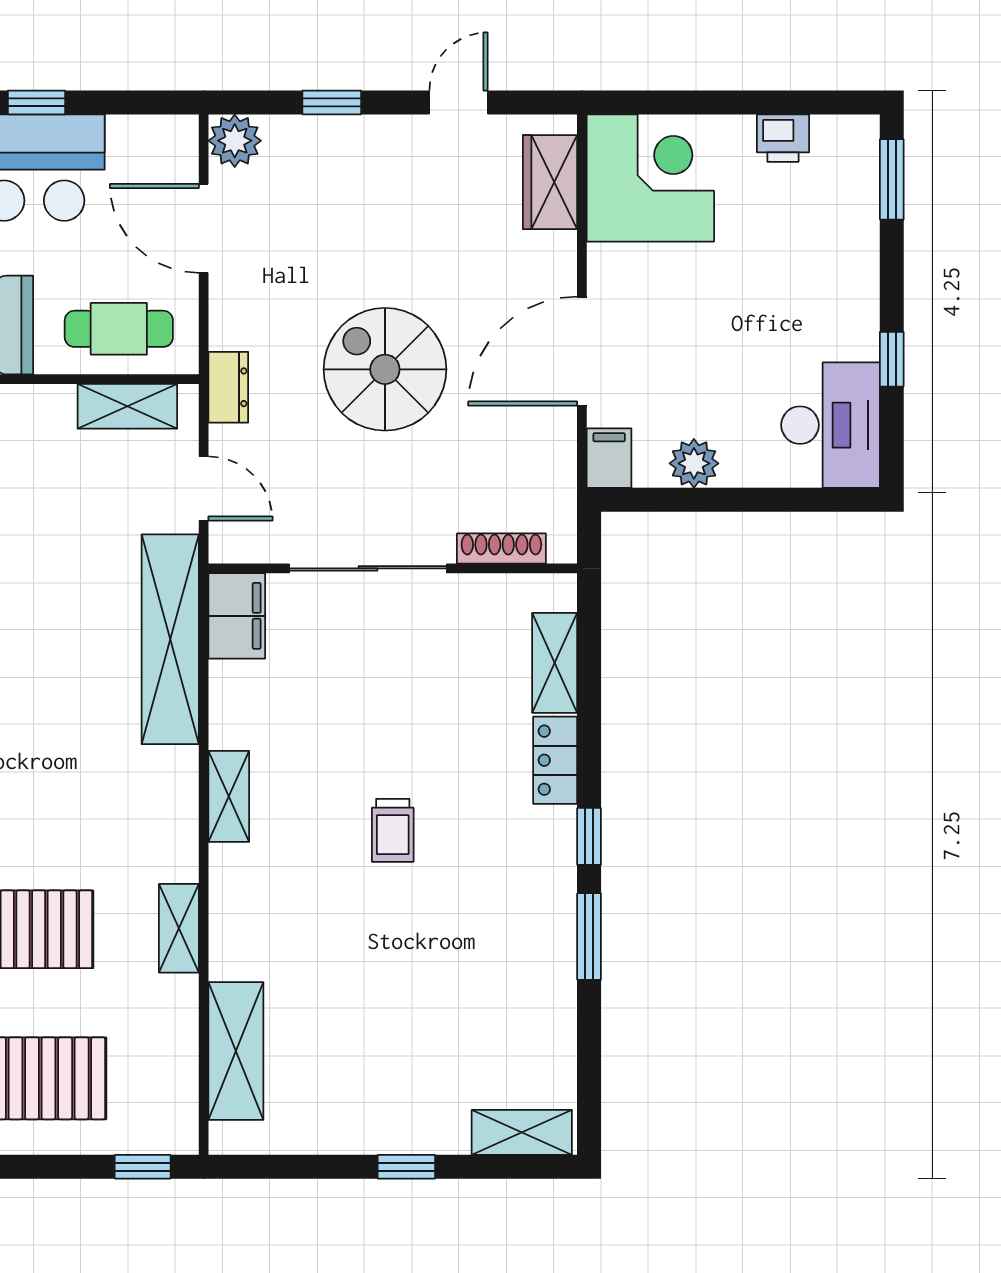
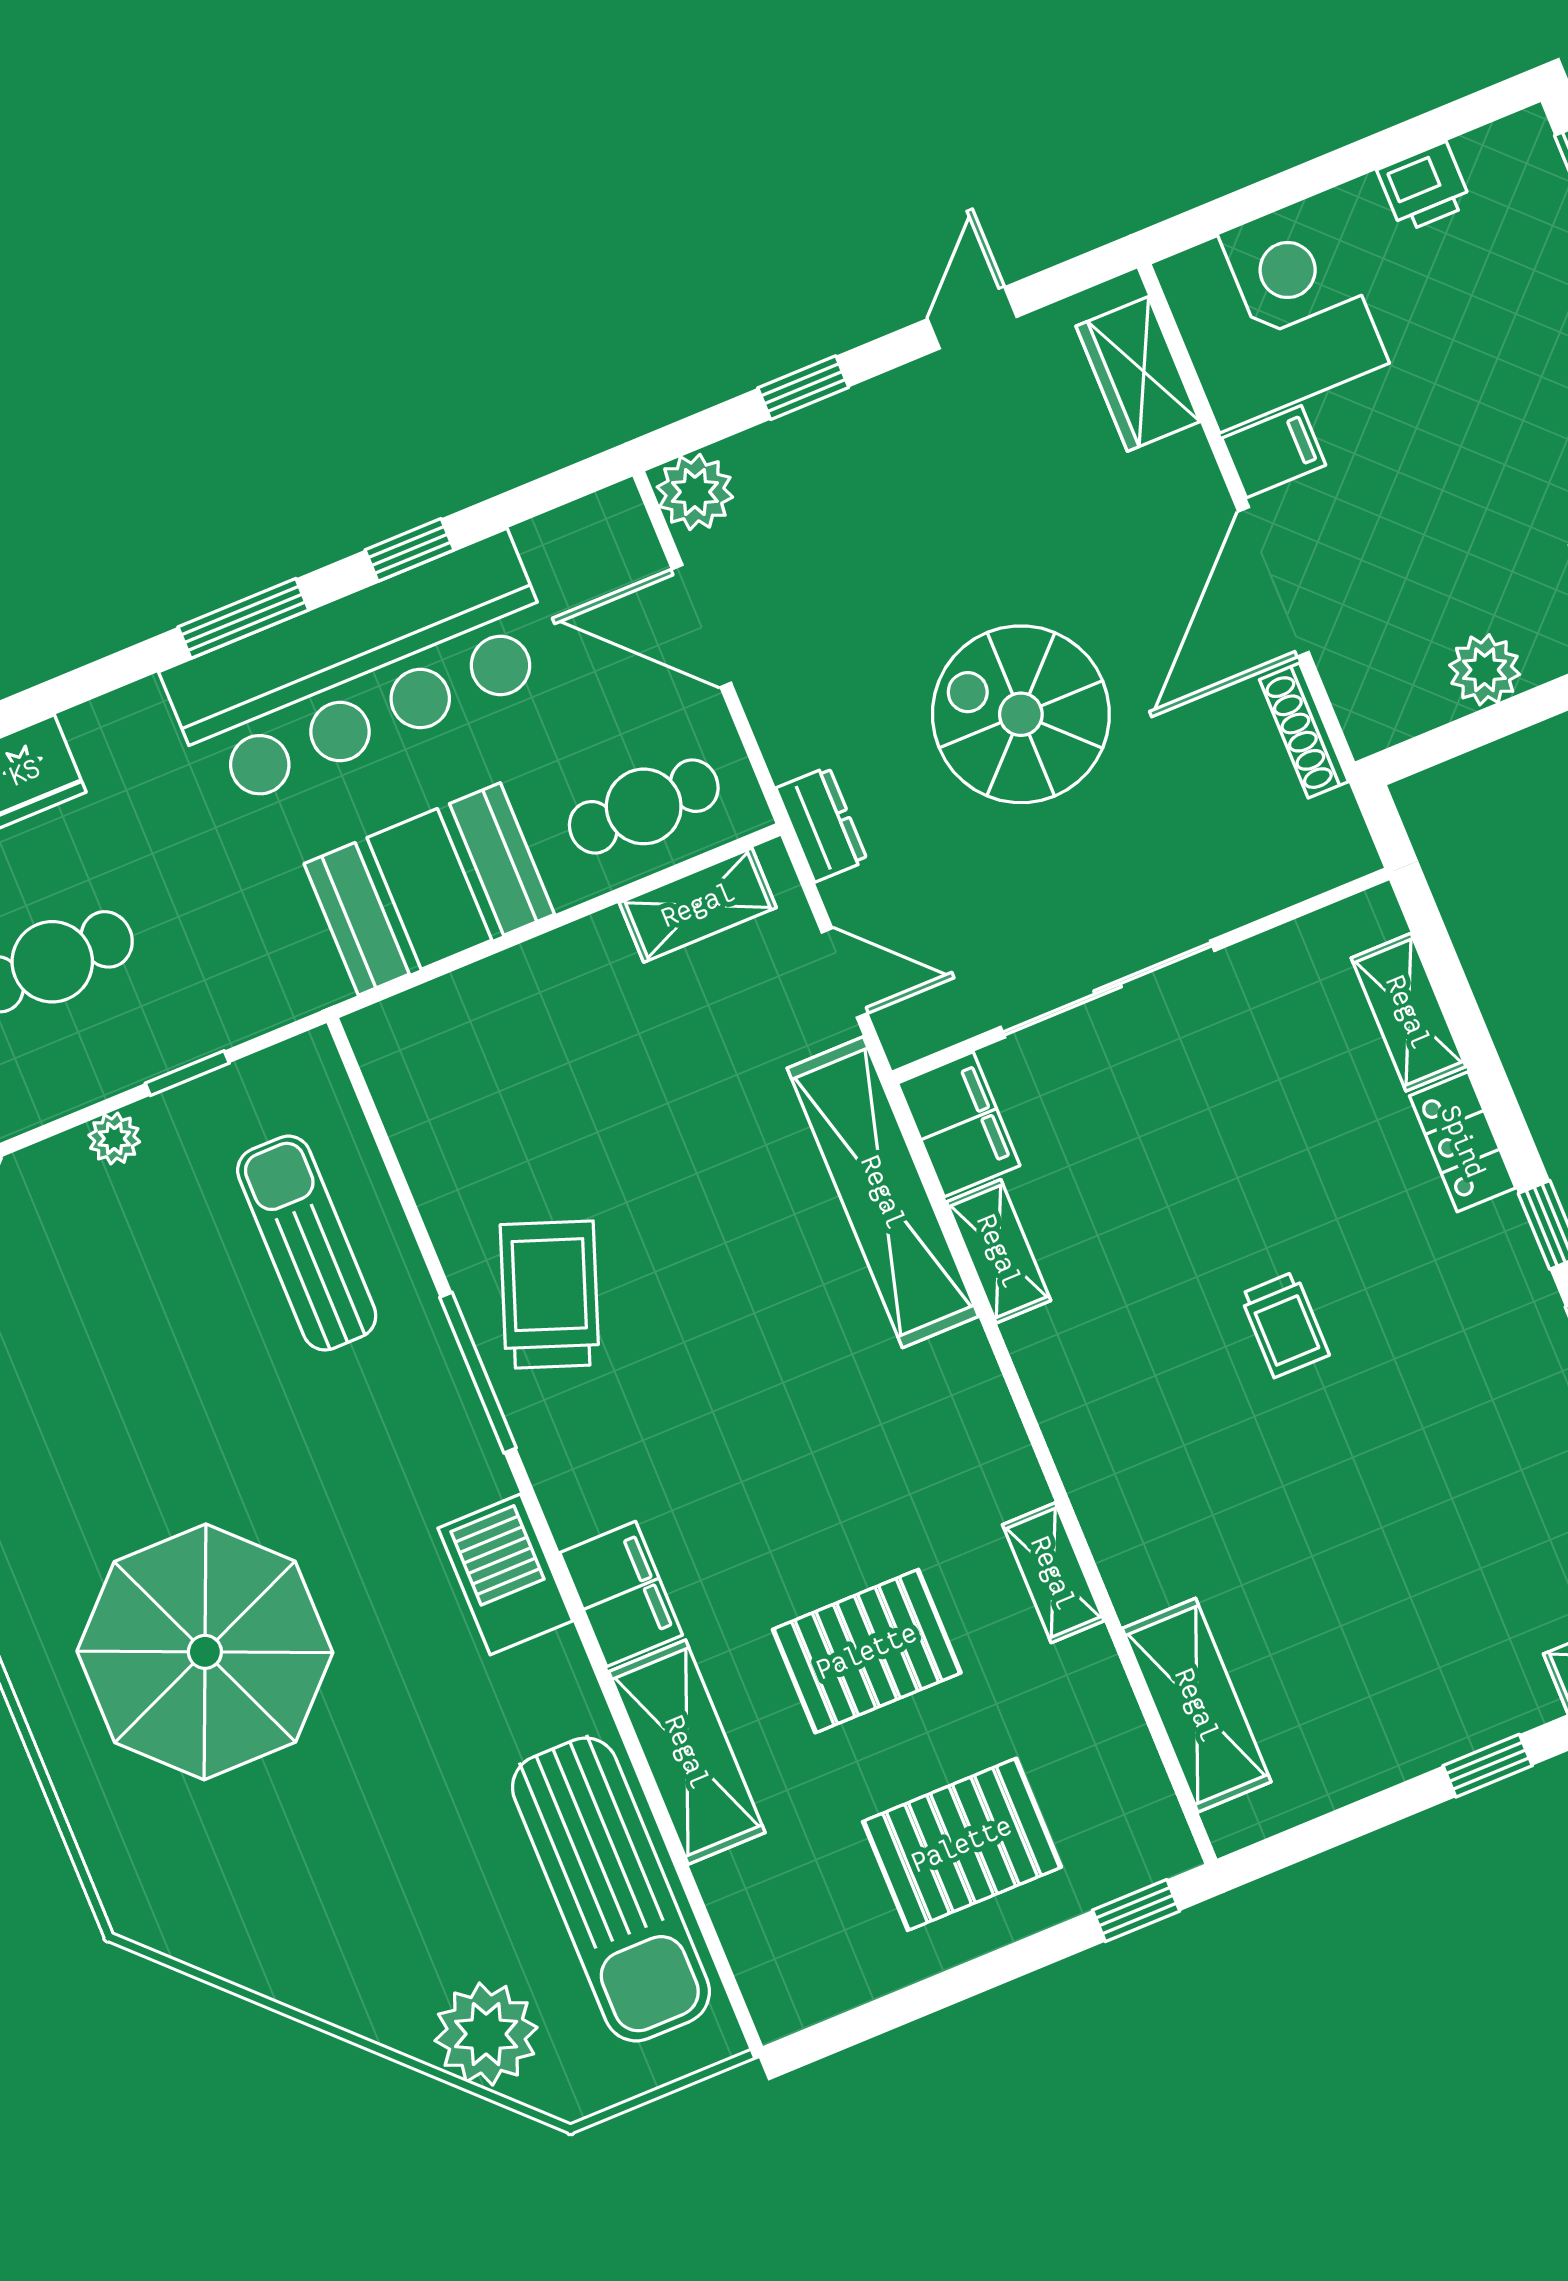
filing cabinet: (609, 458) -> (1274, 452), moved, turned 90
shoe rack: (501, 549) -> (1304, 731), moved, turned -90
shelving: (229, 796) -> (999, 1251), moved

